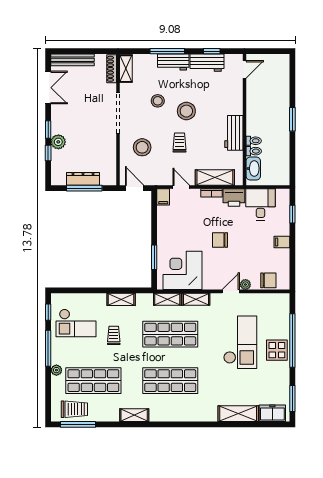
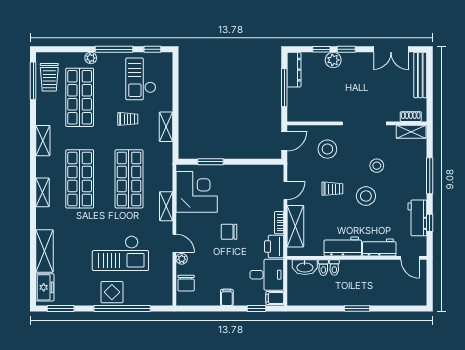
workbench: (173, 62) -> (379, 247), moved, turned 90
shoe rack: (112, 69) -> (411, 117), width x0.70
dresser: (83, 179) -> (294, 70), moved
filing cabinet: (163, 197) -> (275, 298), moved
chair: (220, 240) -> (229, 232), turned -90
shelving: (167, 299) -> (43, 192), moved

